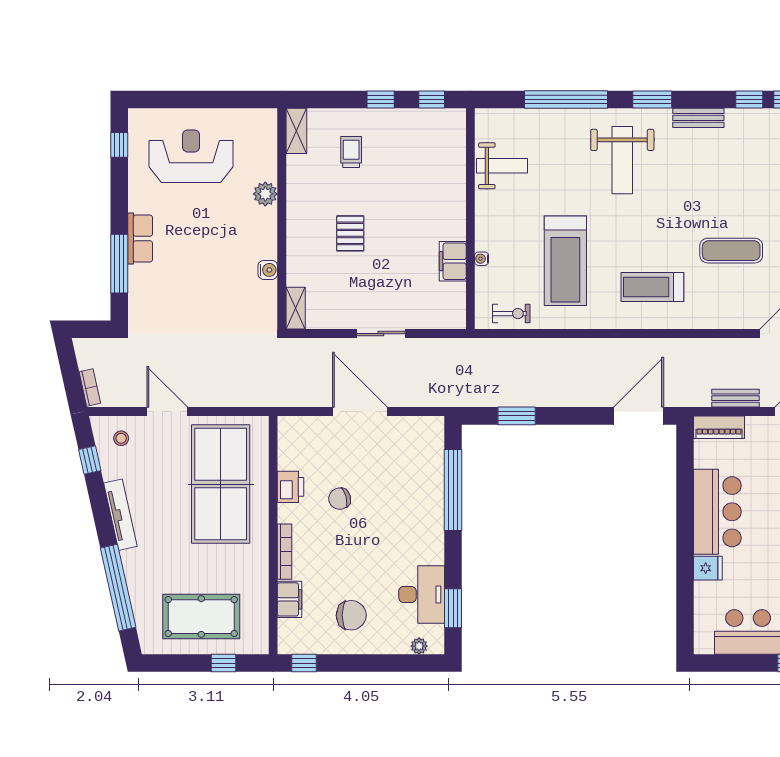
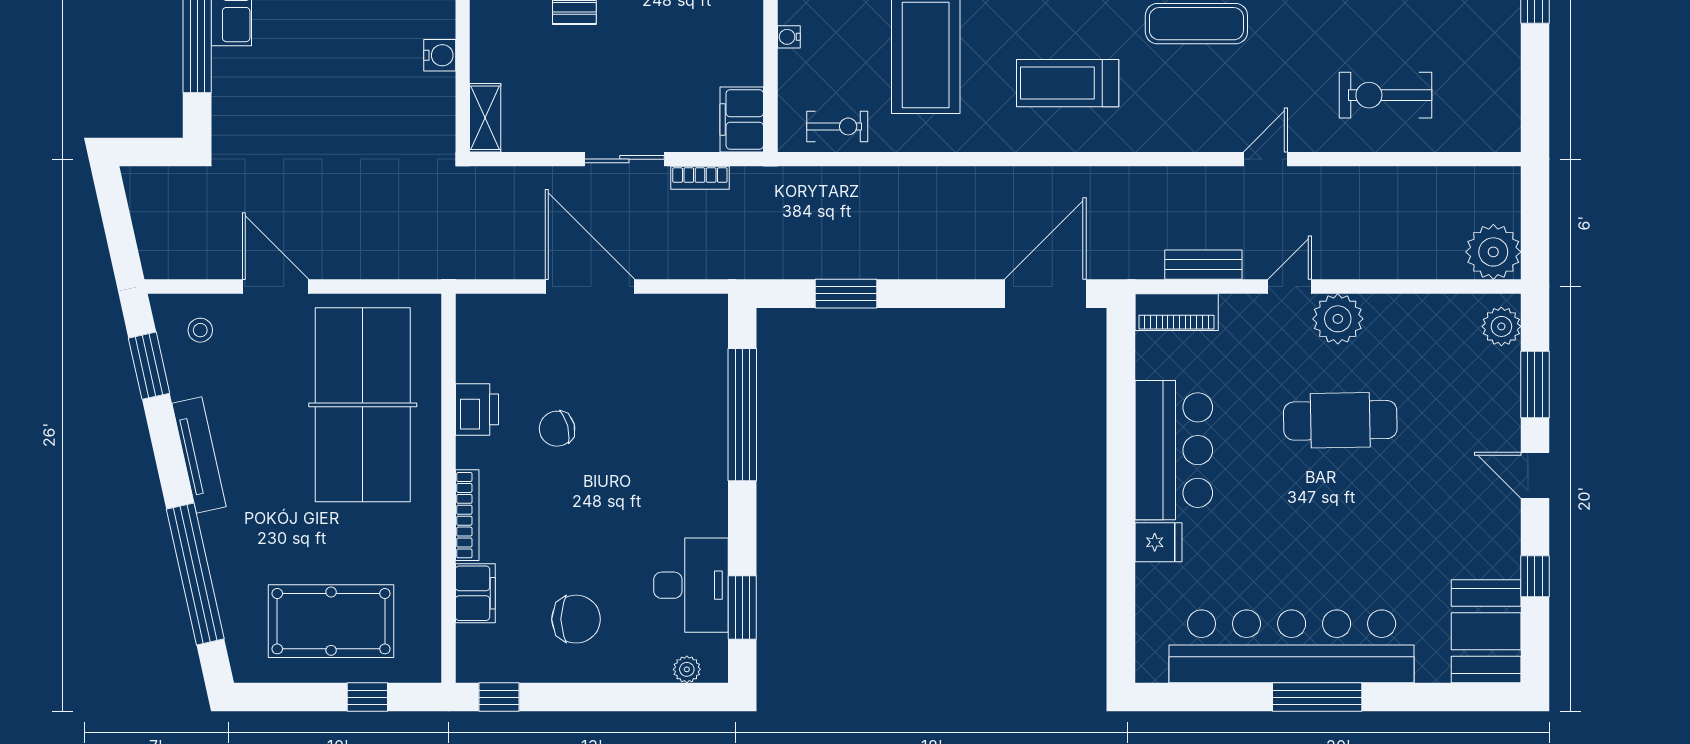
filing cabinet: (453, 261) -> (742, 119), moved
bookcase: (90, 387) -> (700, 178), moved, turned 103
window: (90, 460) -> (149, 366), width x1.50

